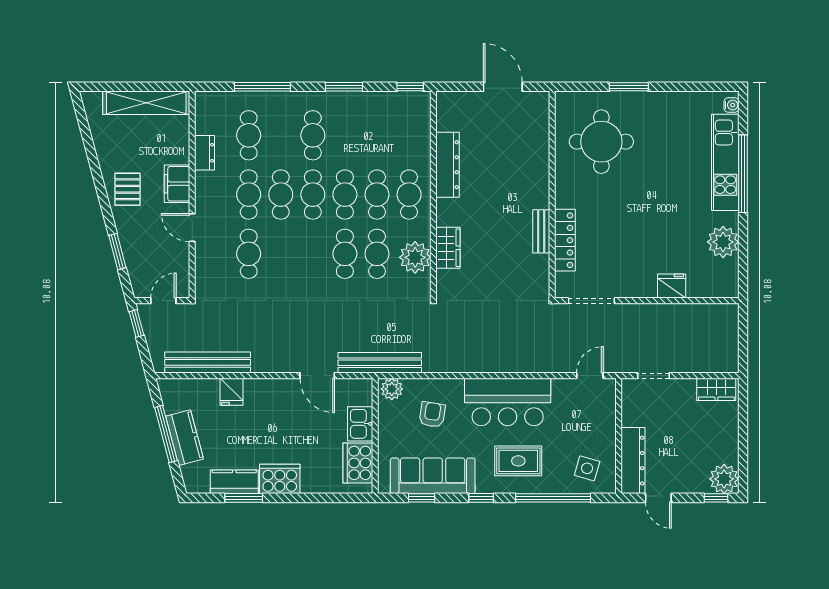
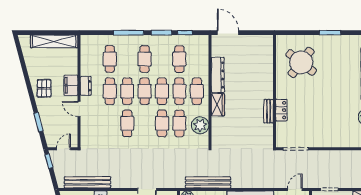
window: (262, 87) -> (128, 33), moved
window: (410, 87) -> (185, 33), moved
door: (503, 87) -> (228, 33), moved
window: (629, 87) -> (330, 33), moved
cafe table: (377, 135) -> (179, 59), added
round table: (601, 142) -> (301, 62), turned 38
dresser: (204, 153) -> (86, 86), moved
locker: (565, 240) -> (281, 110), width x0.66
wardrobe: (448, 248) -> (218, 105), moved
cafe table: (249, 254) -> (127, 123), moved
fridge: (672, 286) -> (339, 141), removed
bench: (380, 363) -> (208, 182), moved

